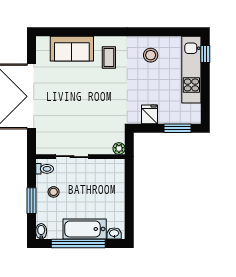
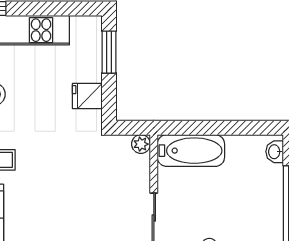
bathtub: (85, 229) -> (191, 151), moved, turned -90

